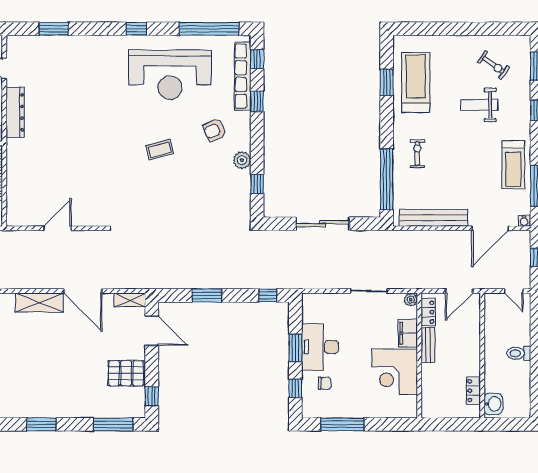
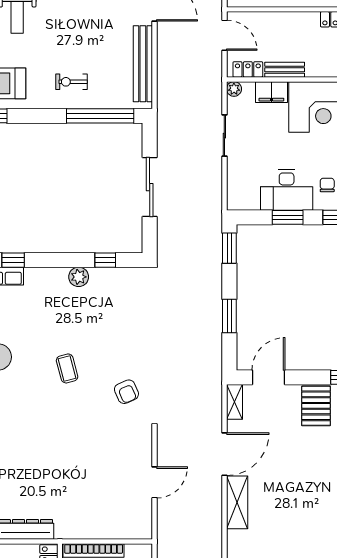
armchair: (215, 130) -> (126, 392), moved
door: (57, 228) -> (154, 482), swing flipped
window: (268, 295) -> (229, 248), width x1.50

